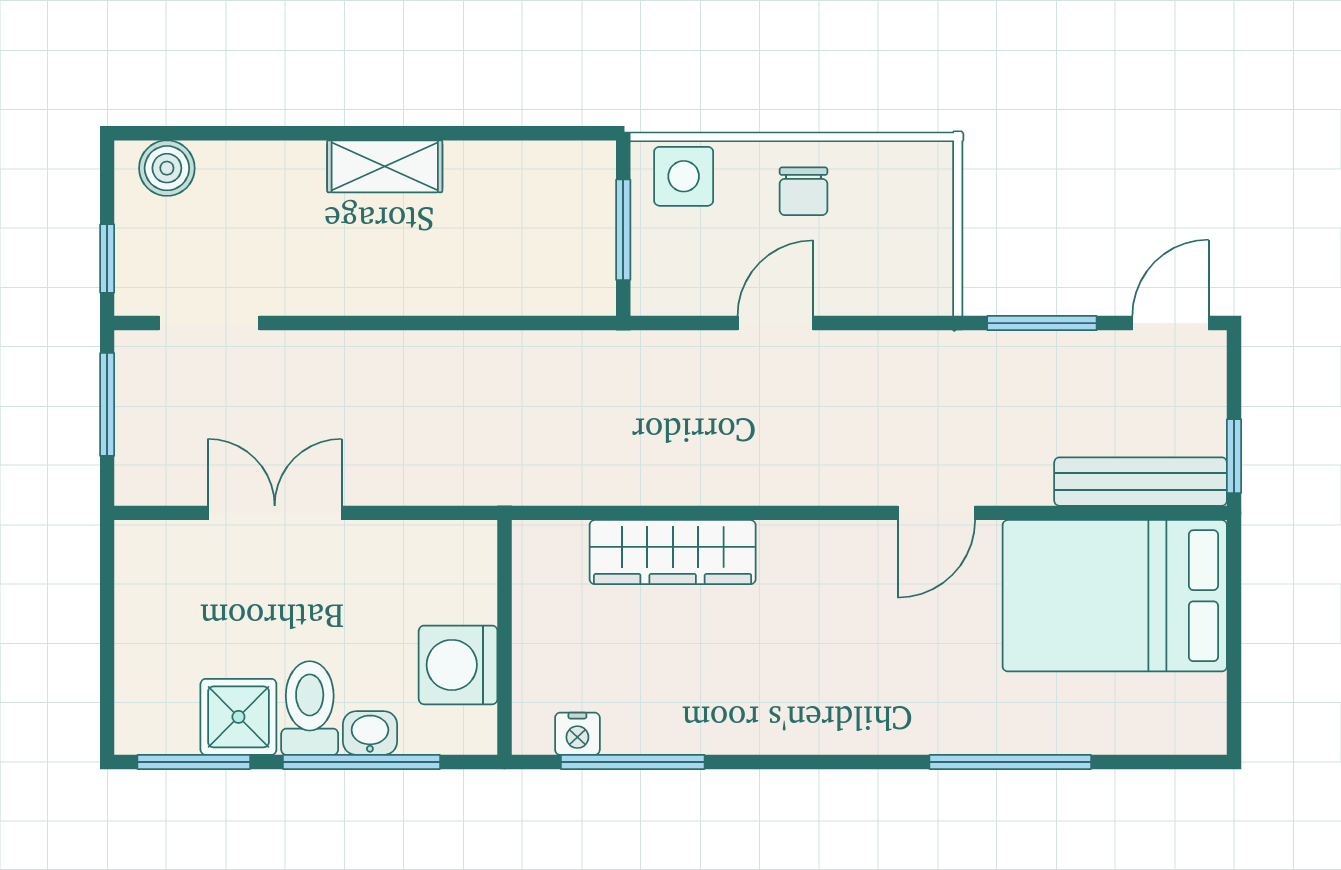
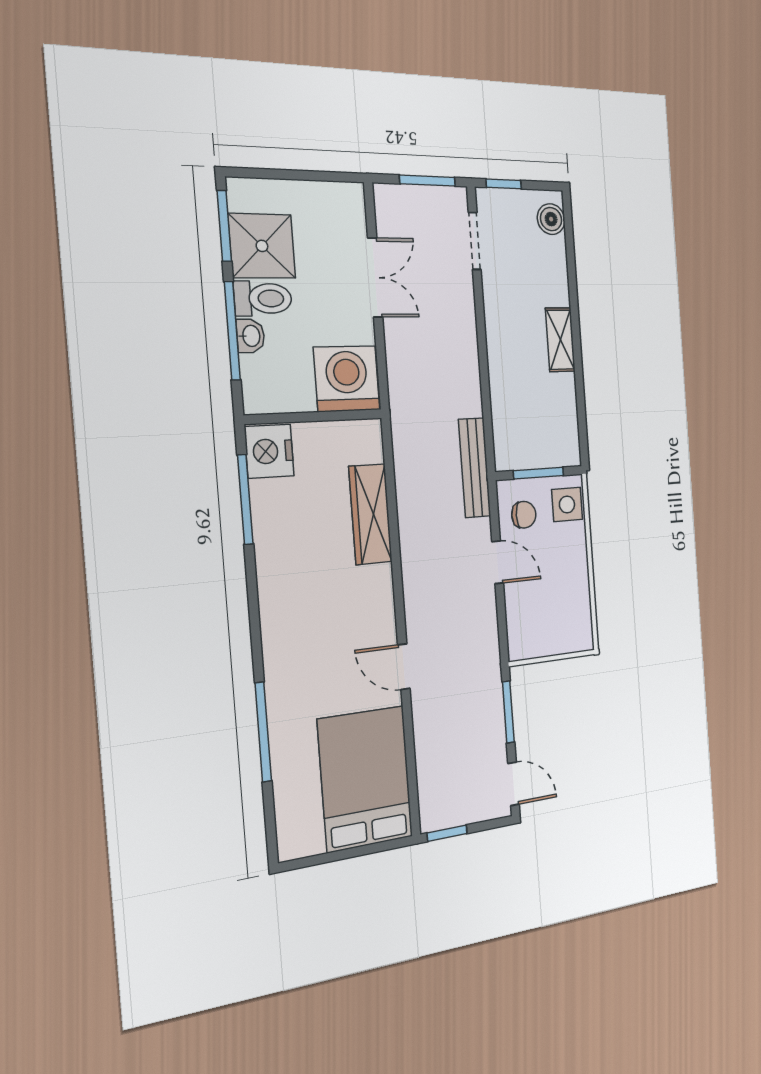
chair: (803, 191) -> (524, 515), moved, turned 180
bench: (1141, 482) -> (475, 468), moved
washing machine: (458, 665) -> (347, 379), moved, width x1.37, depth x1.37
shower: (238, 717) -> (262, 246), width x1.36, depth x1.36
nightstand: (577, 734) -> (269, 451), width x1.89, depth x1.79

